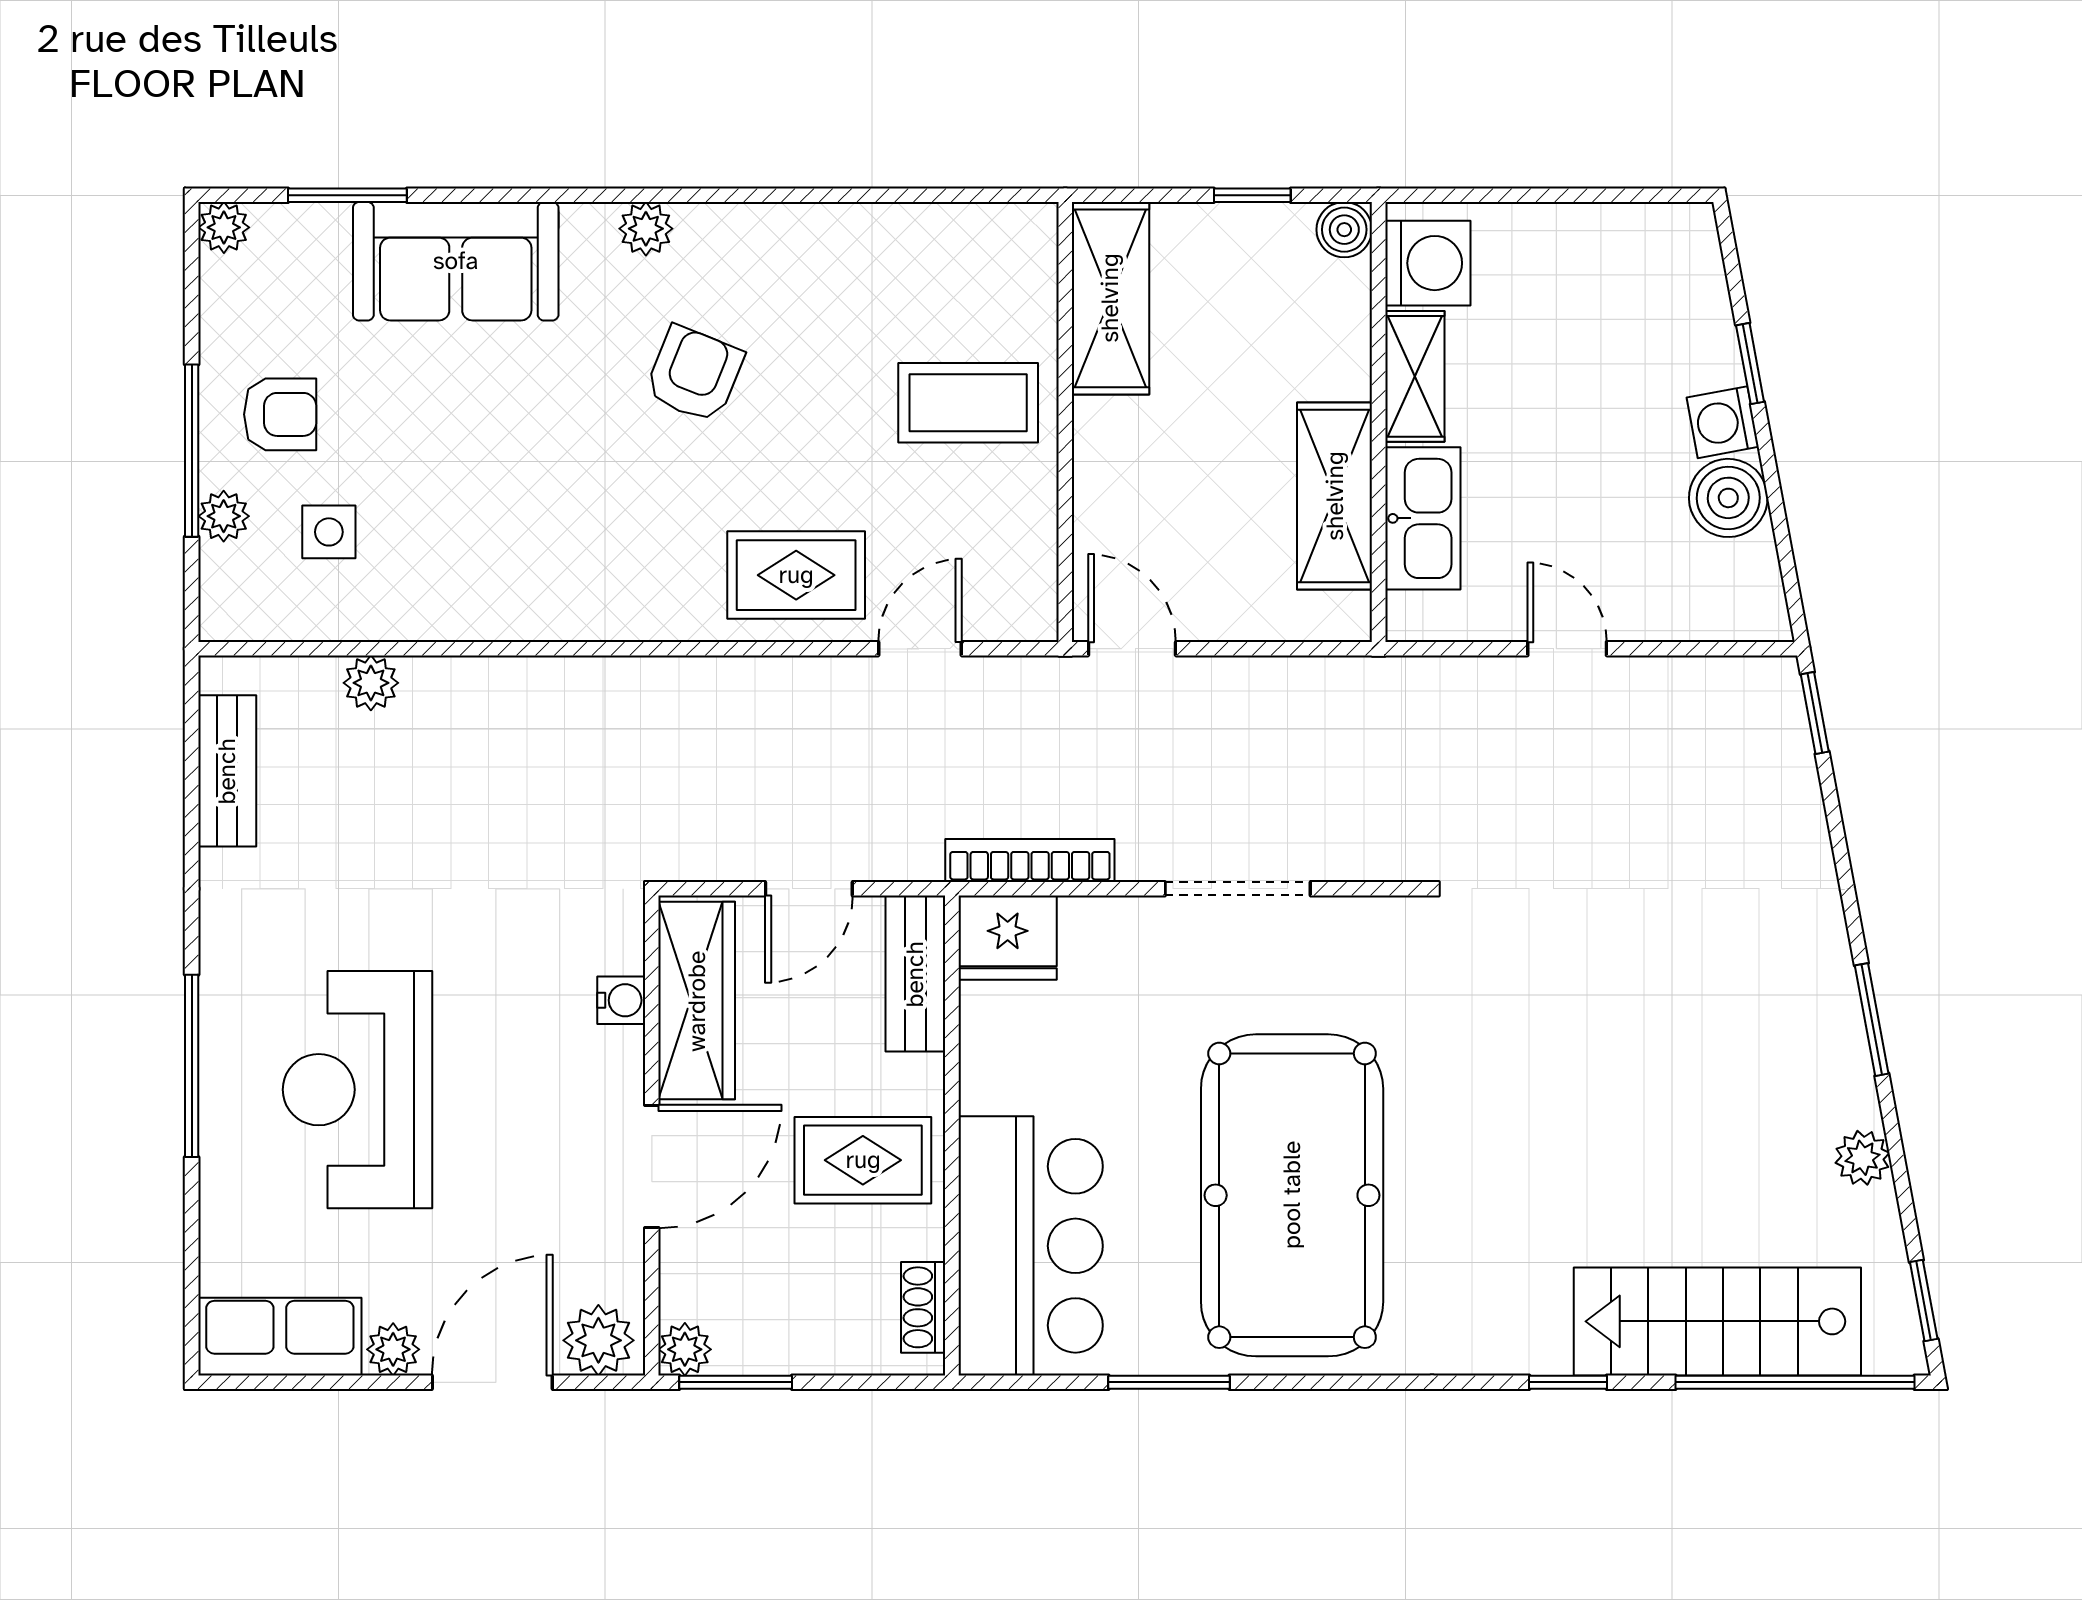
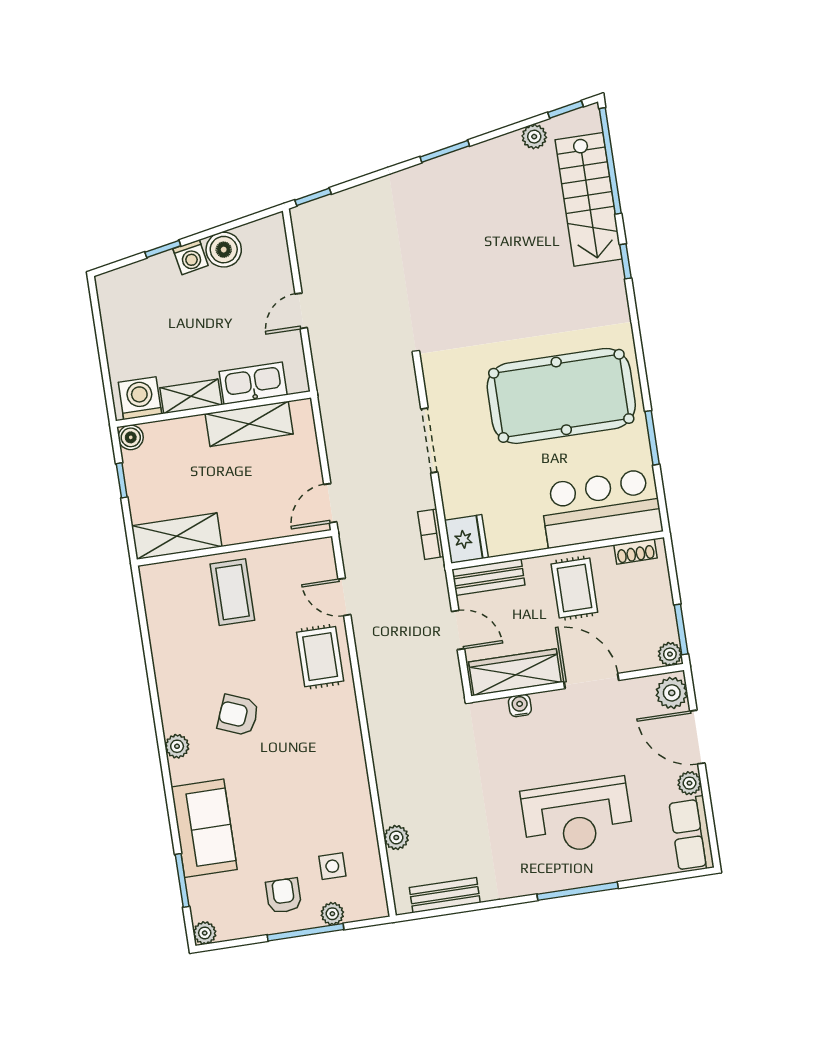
bookcase: (1030, 860) -> (431, 534), width x0.64
plant: (1862, 1158) -> (534, 137), moved

